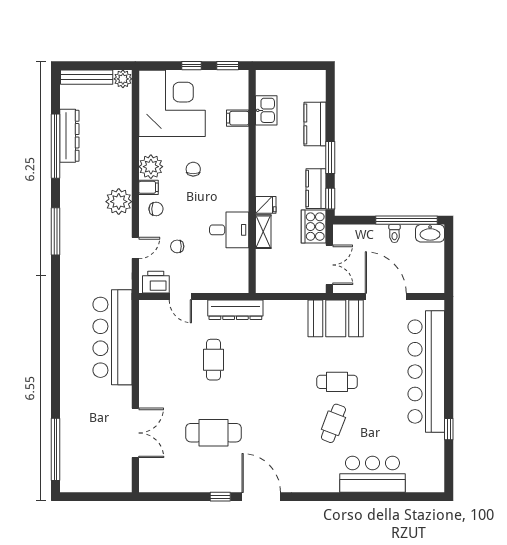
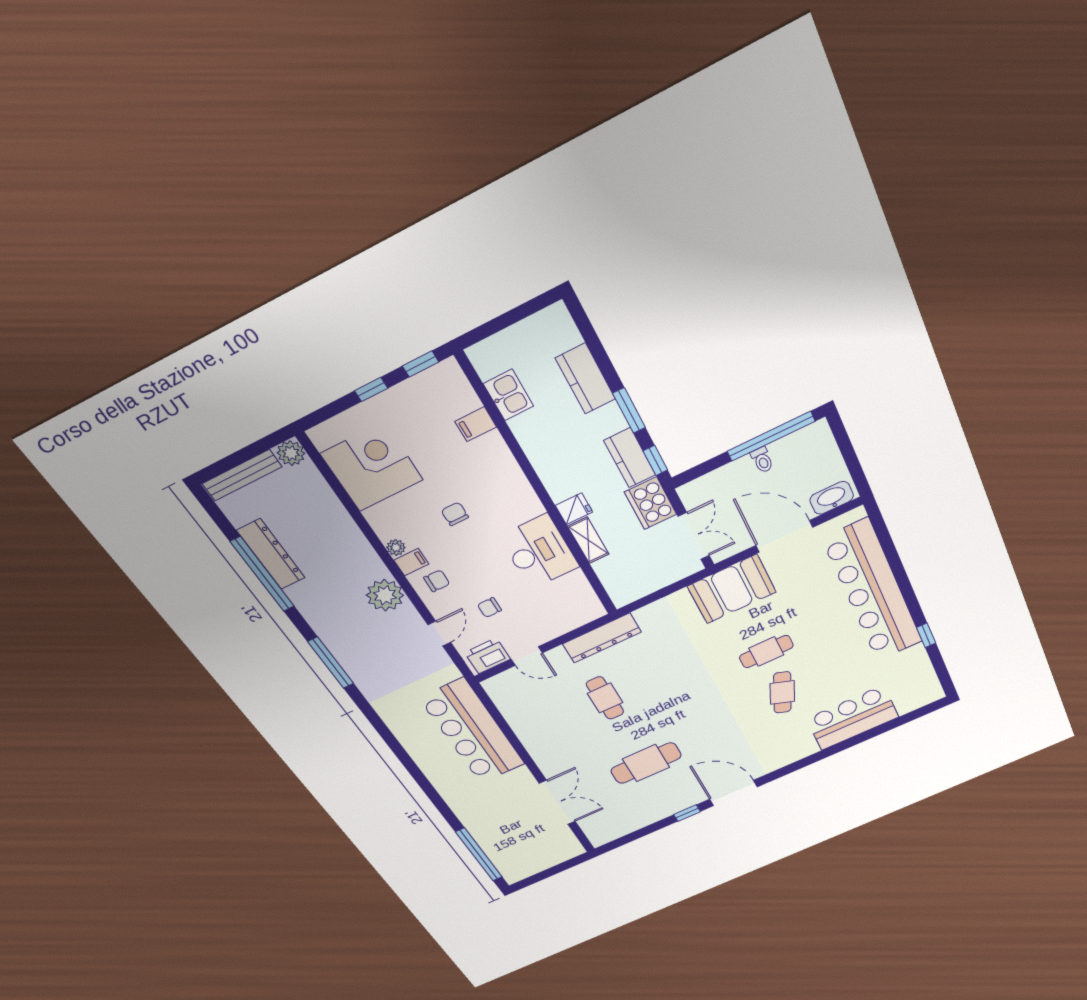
corner desk: (172, 103) -> (372, 467), width x0.74, depth x0.74
plant: (151, 167) -> (396, 548), width x0.53, depth x0.53
desk: (229, 230) -> (539, 552), width x1.37
washbasin: (430, 233) -> (832, 498), moved, turned 180

